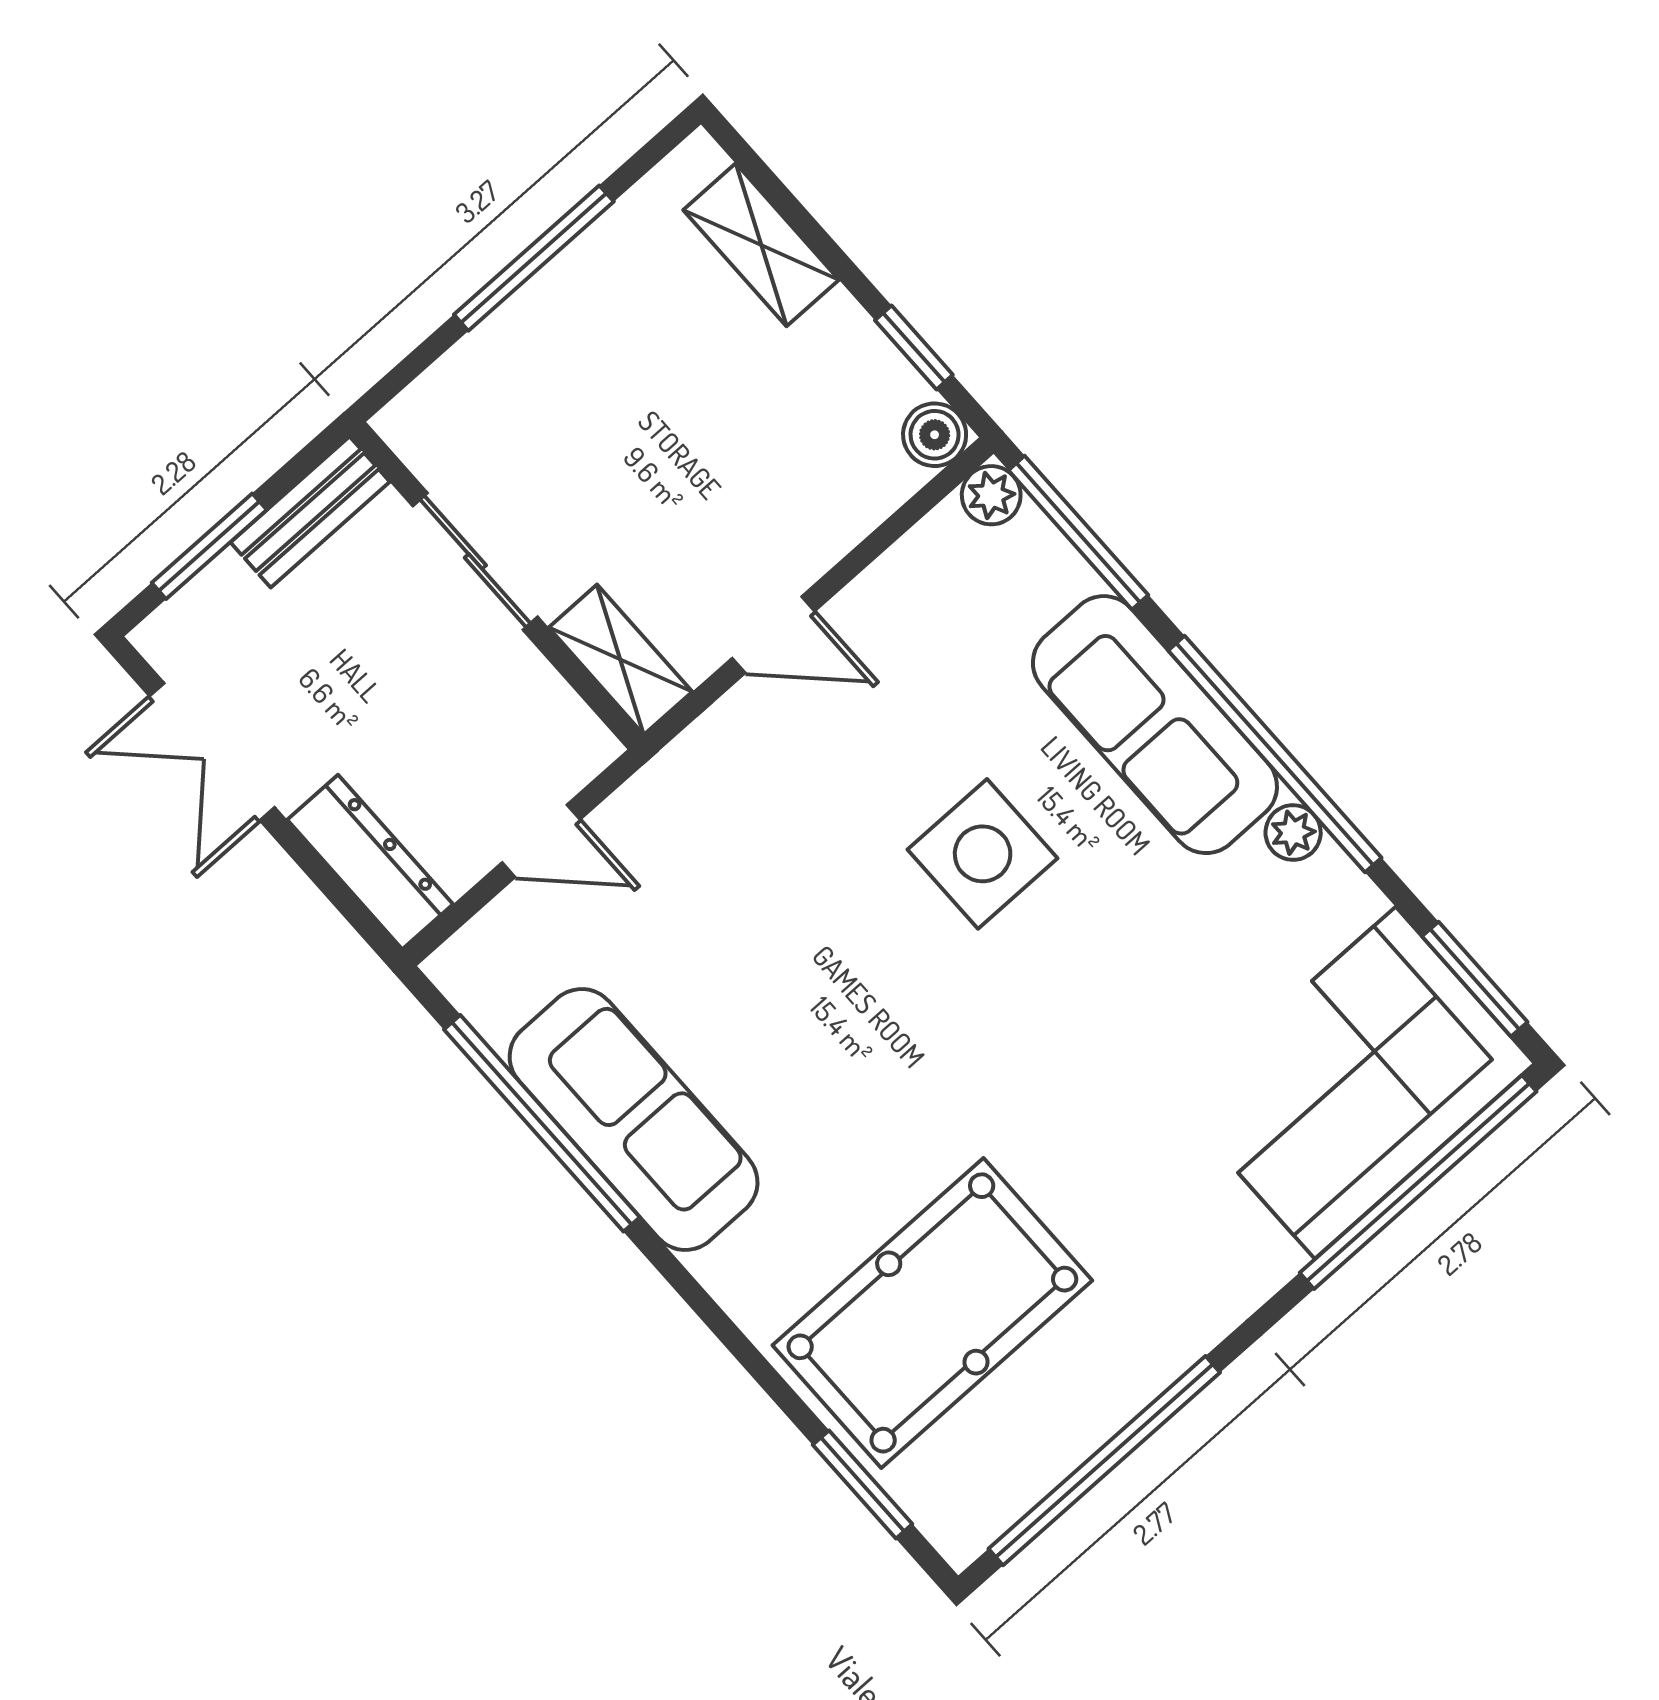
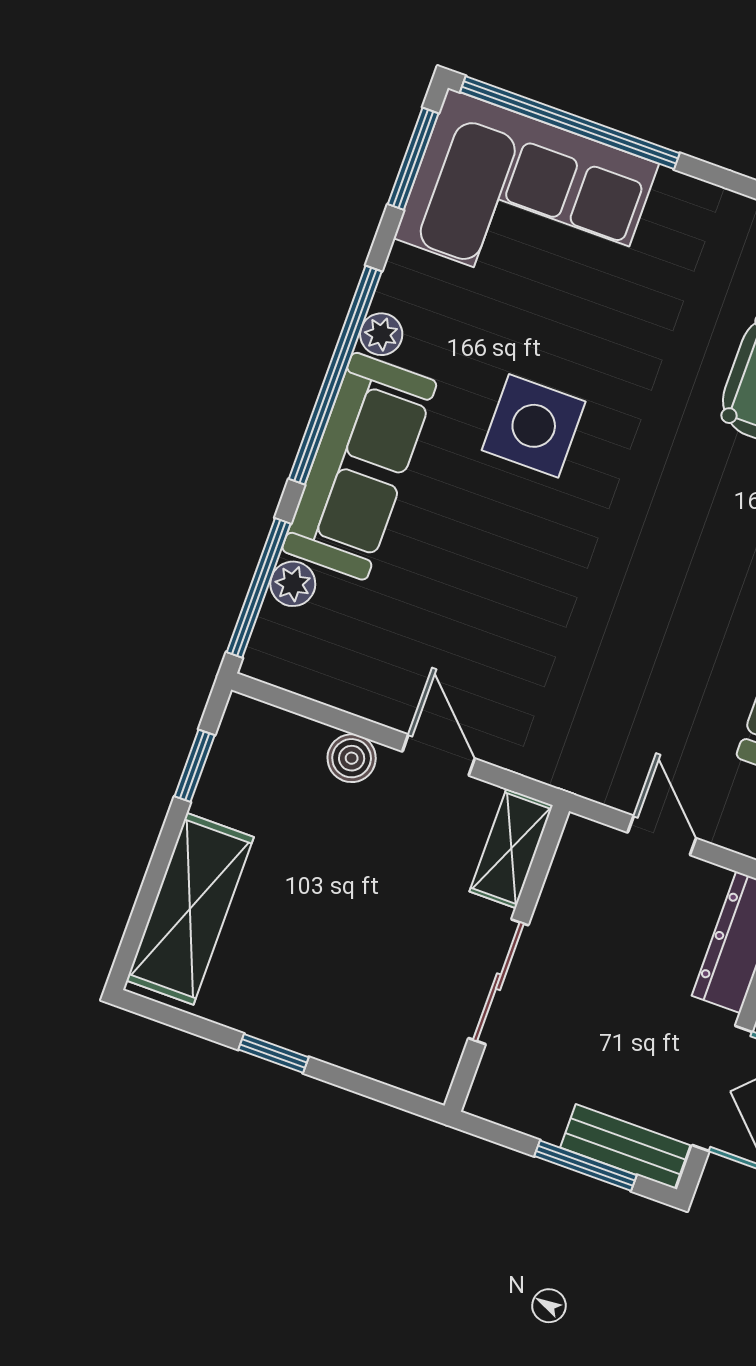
shelving: (761, 245) -> (190, 909), width x1.50, depth x1.33
window: (534, 258) -> (274, 1053), width x0.46
boiler: (935, 435) -> (352, 758), moved
plant: (991, 495) -> (293, 584), moved
bench: (310, 512) -> (625, 1146), moved
side table: (983, 854) -> (534, 426), moved

